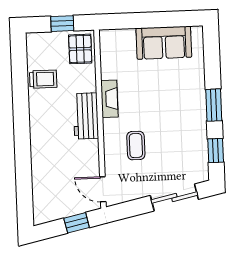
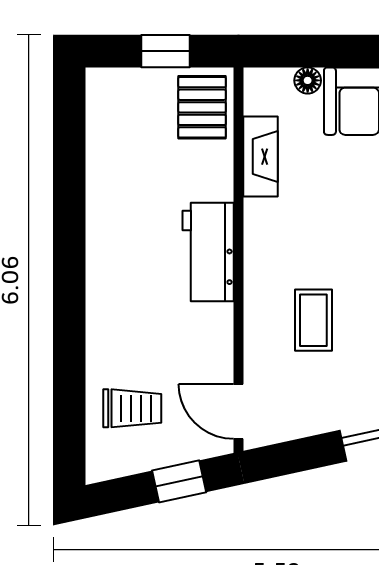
floor lamp: (129, 35) -> (308, 80), added
trolley: (43, 79) -> (132, 408), moved
fireplace: (109, 99) -> (260, 157), moved

